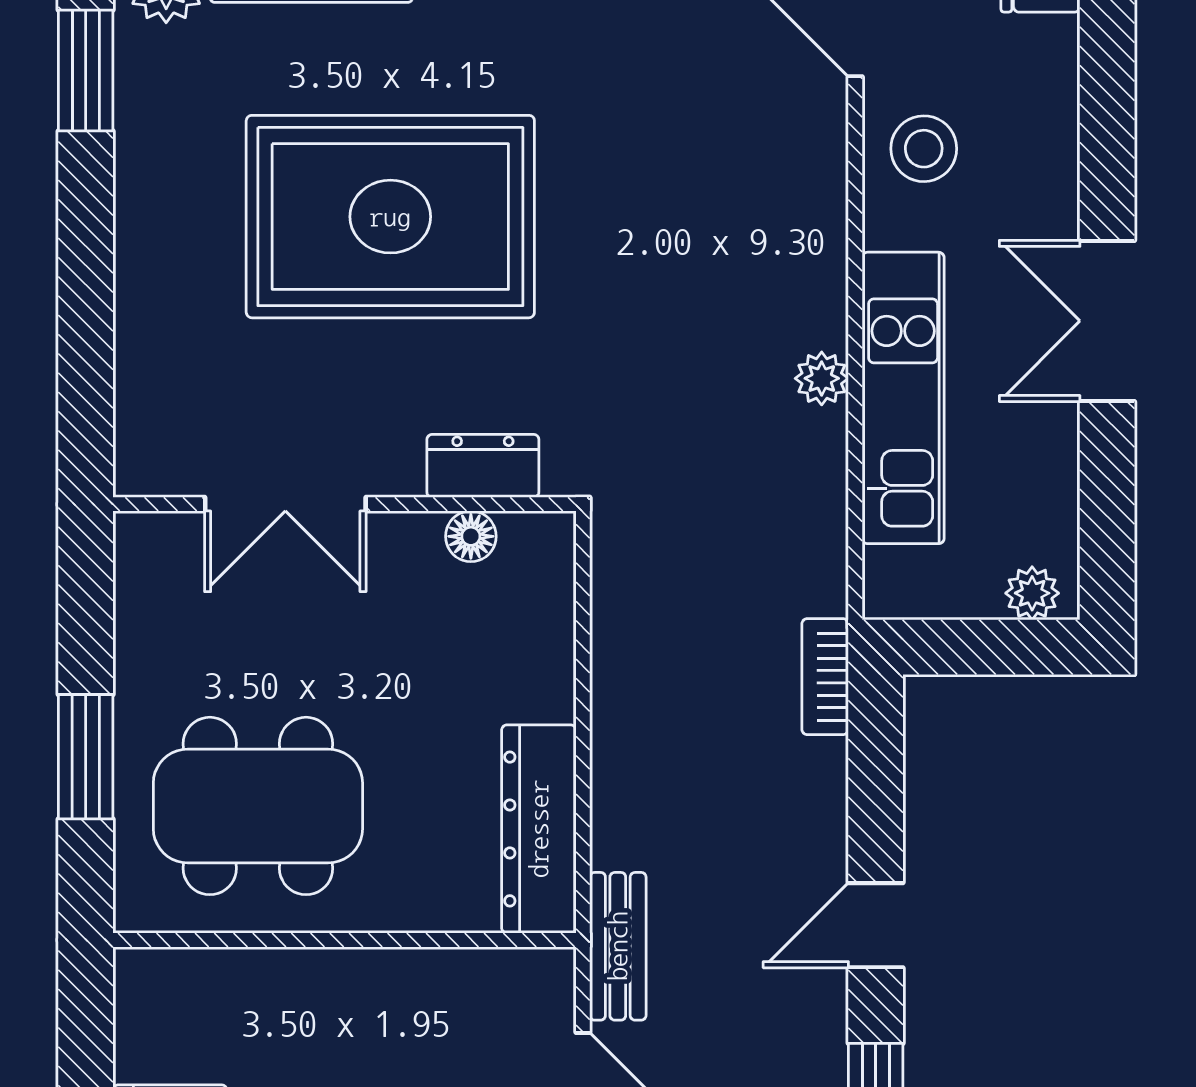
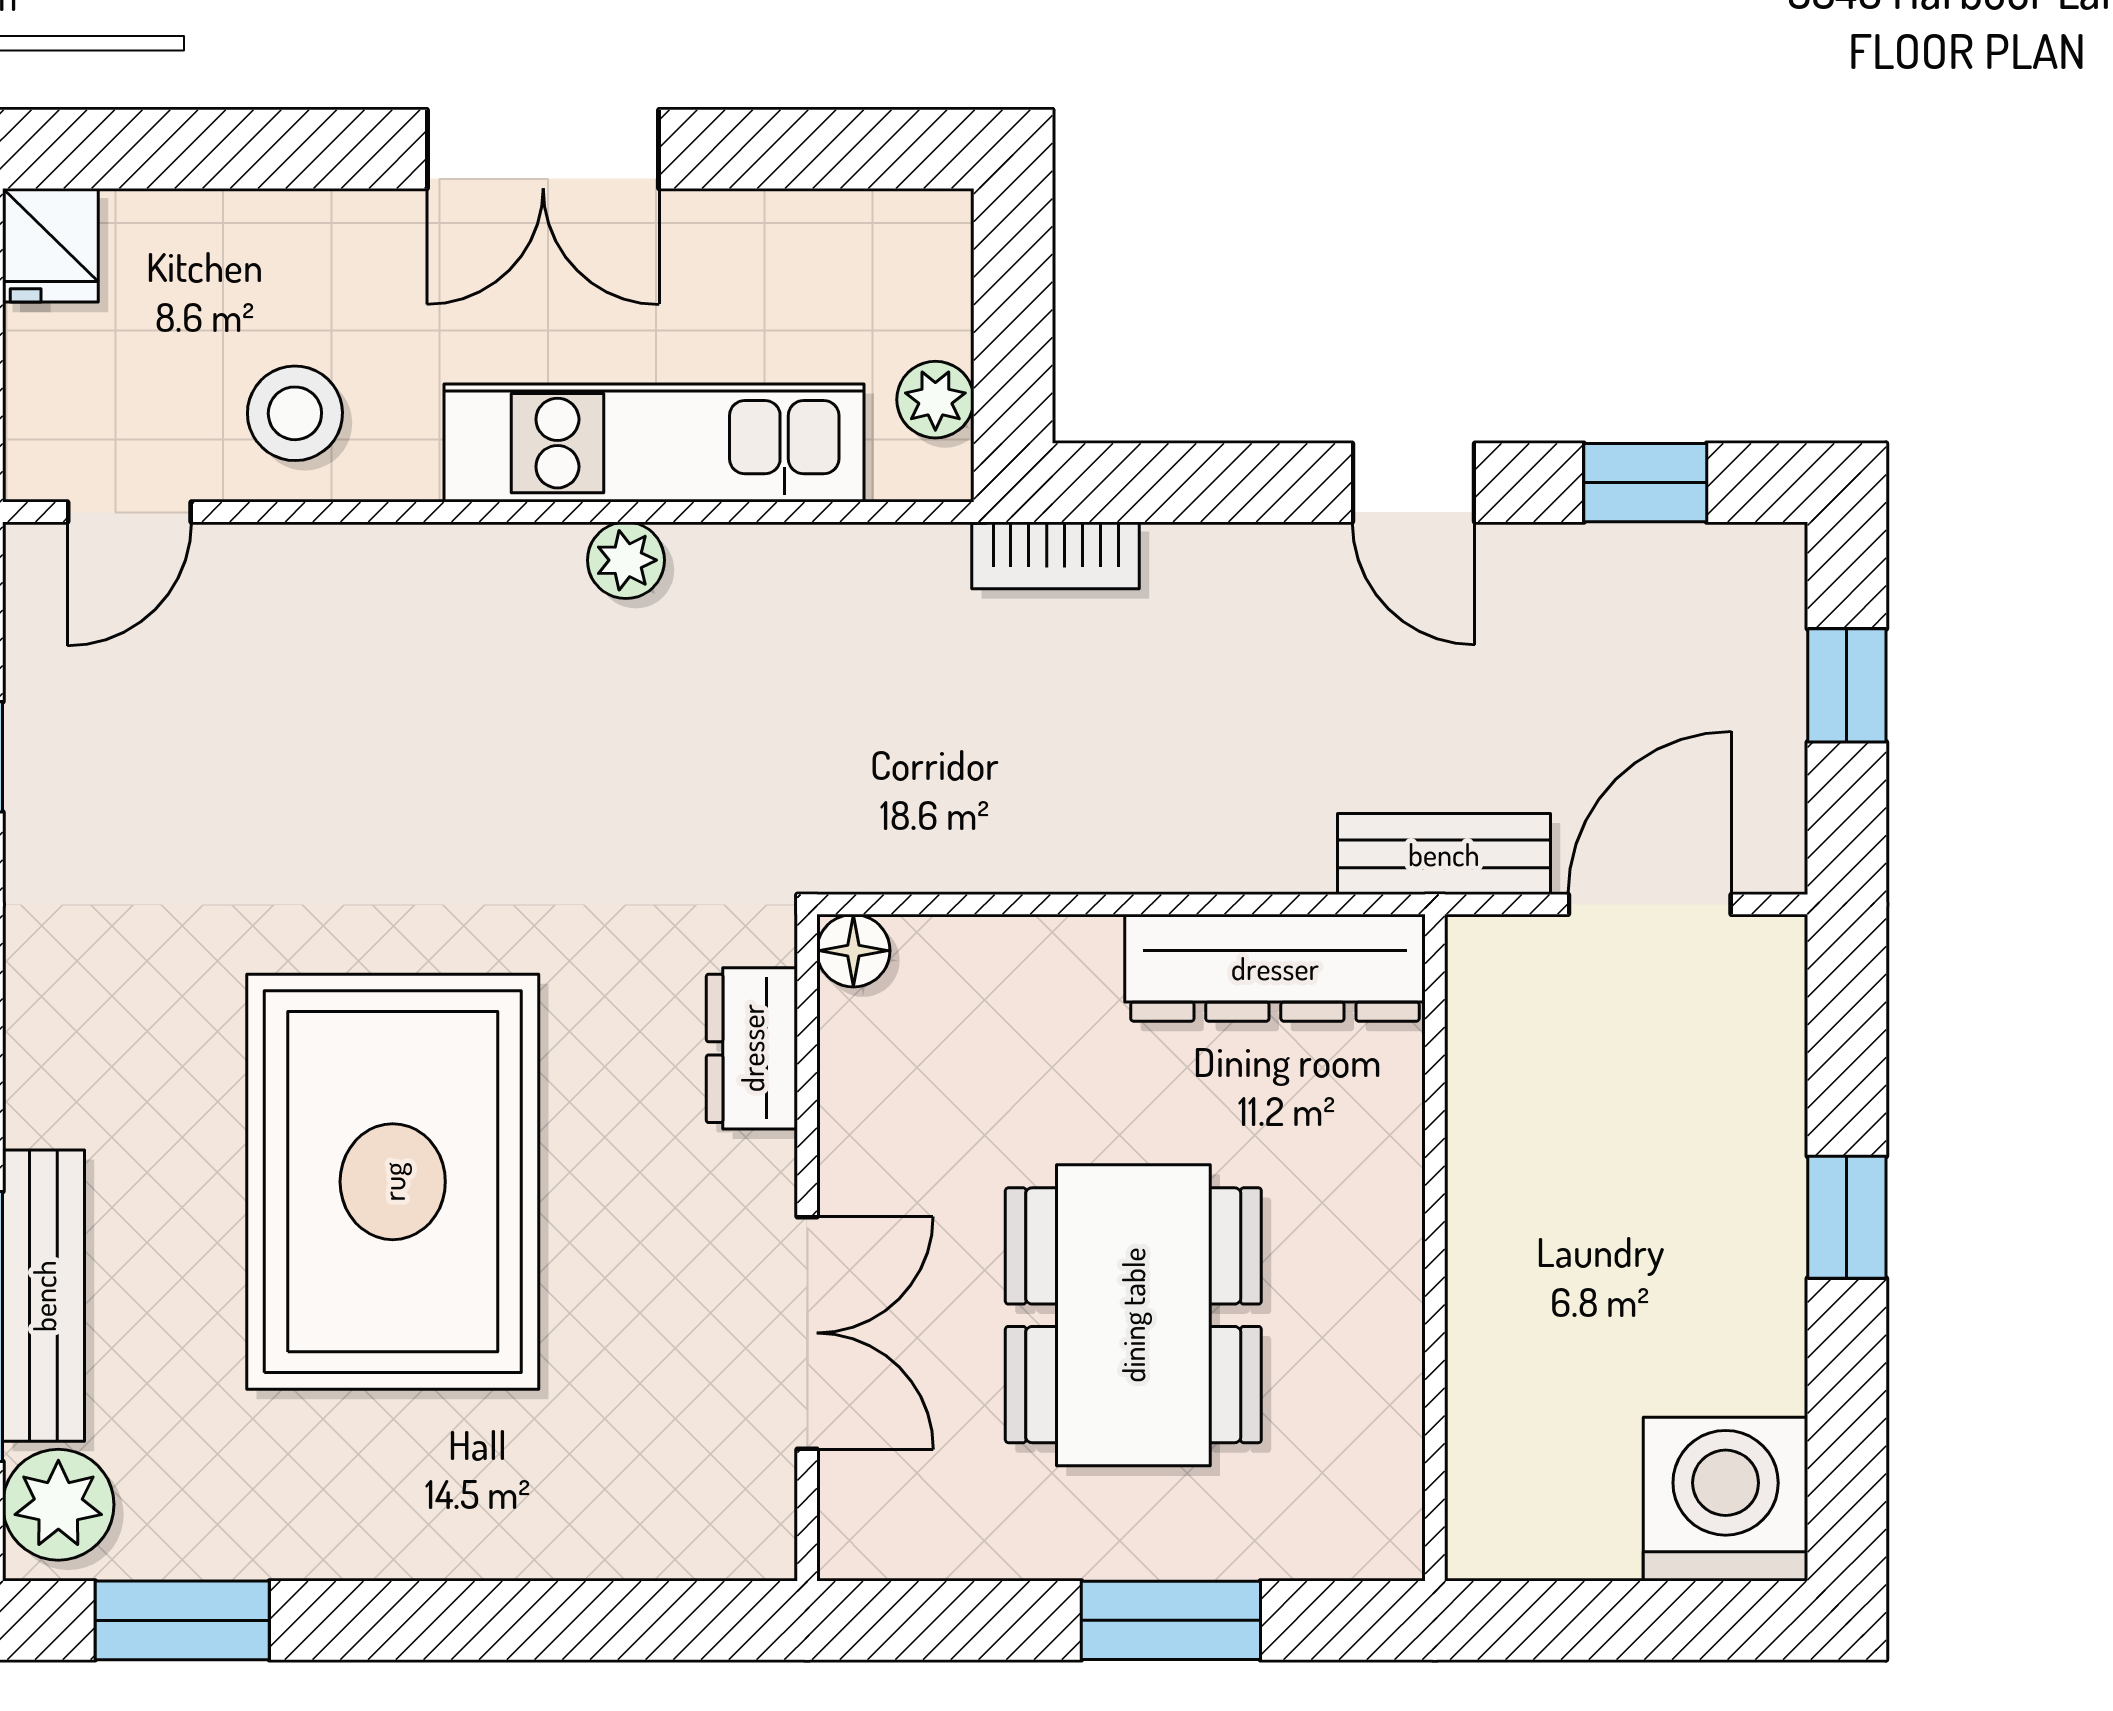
floor lamp: (471, 536) -> (853, 951), moved
plant: (1032, 593) -> (935, 400), moved
dining table: (258, 806) -> (1133, 1315), moved

